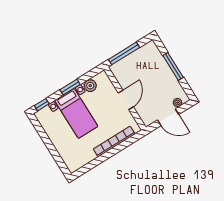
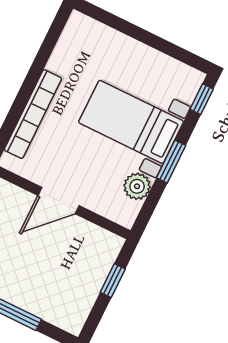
window: (124, 53) -> (113, 281), width x0.46
door: (126, 100) -> (58, 200), hinge flipped

